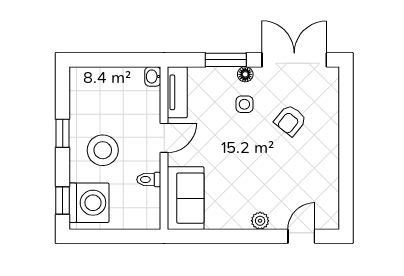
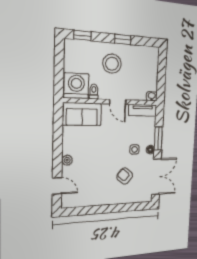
washing machine: (89, 203) -> (76, 86), moved, turned 180

